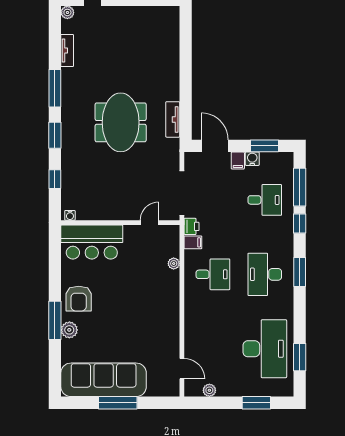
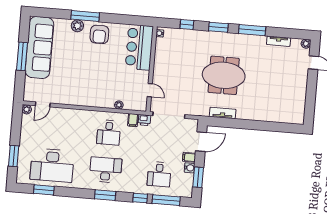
armchair: (79, 299) -> (99, 34), turned -90
plant: (209, 390) -> (27, 109), moved

